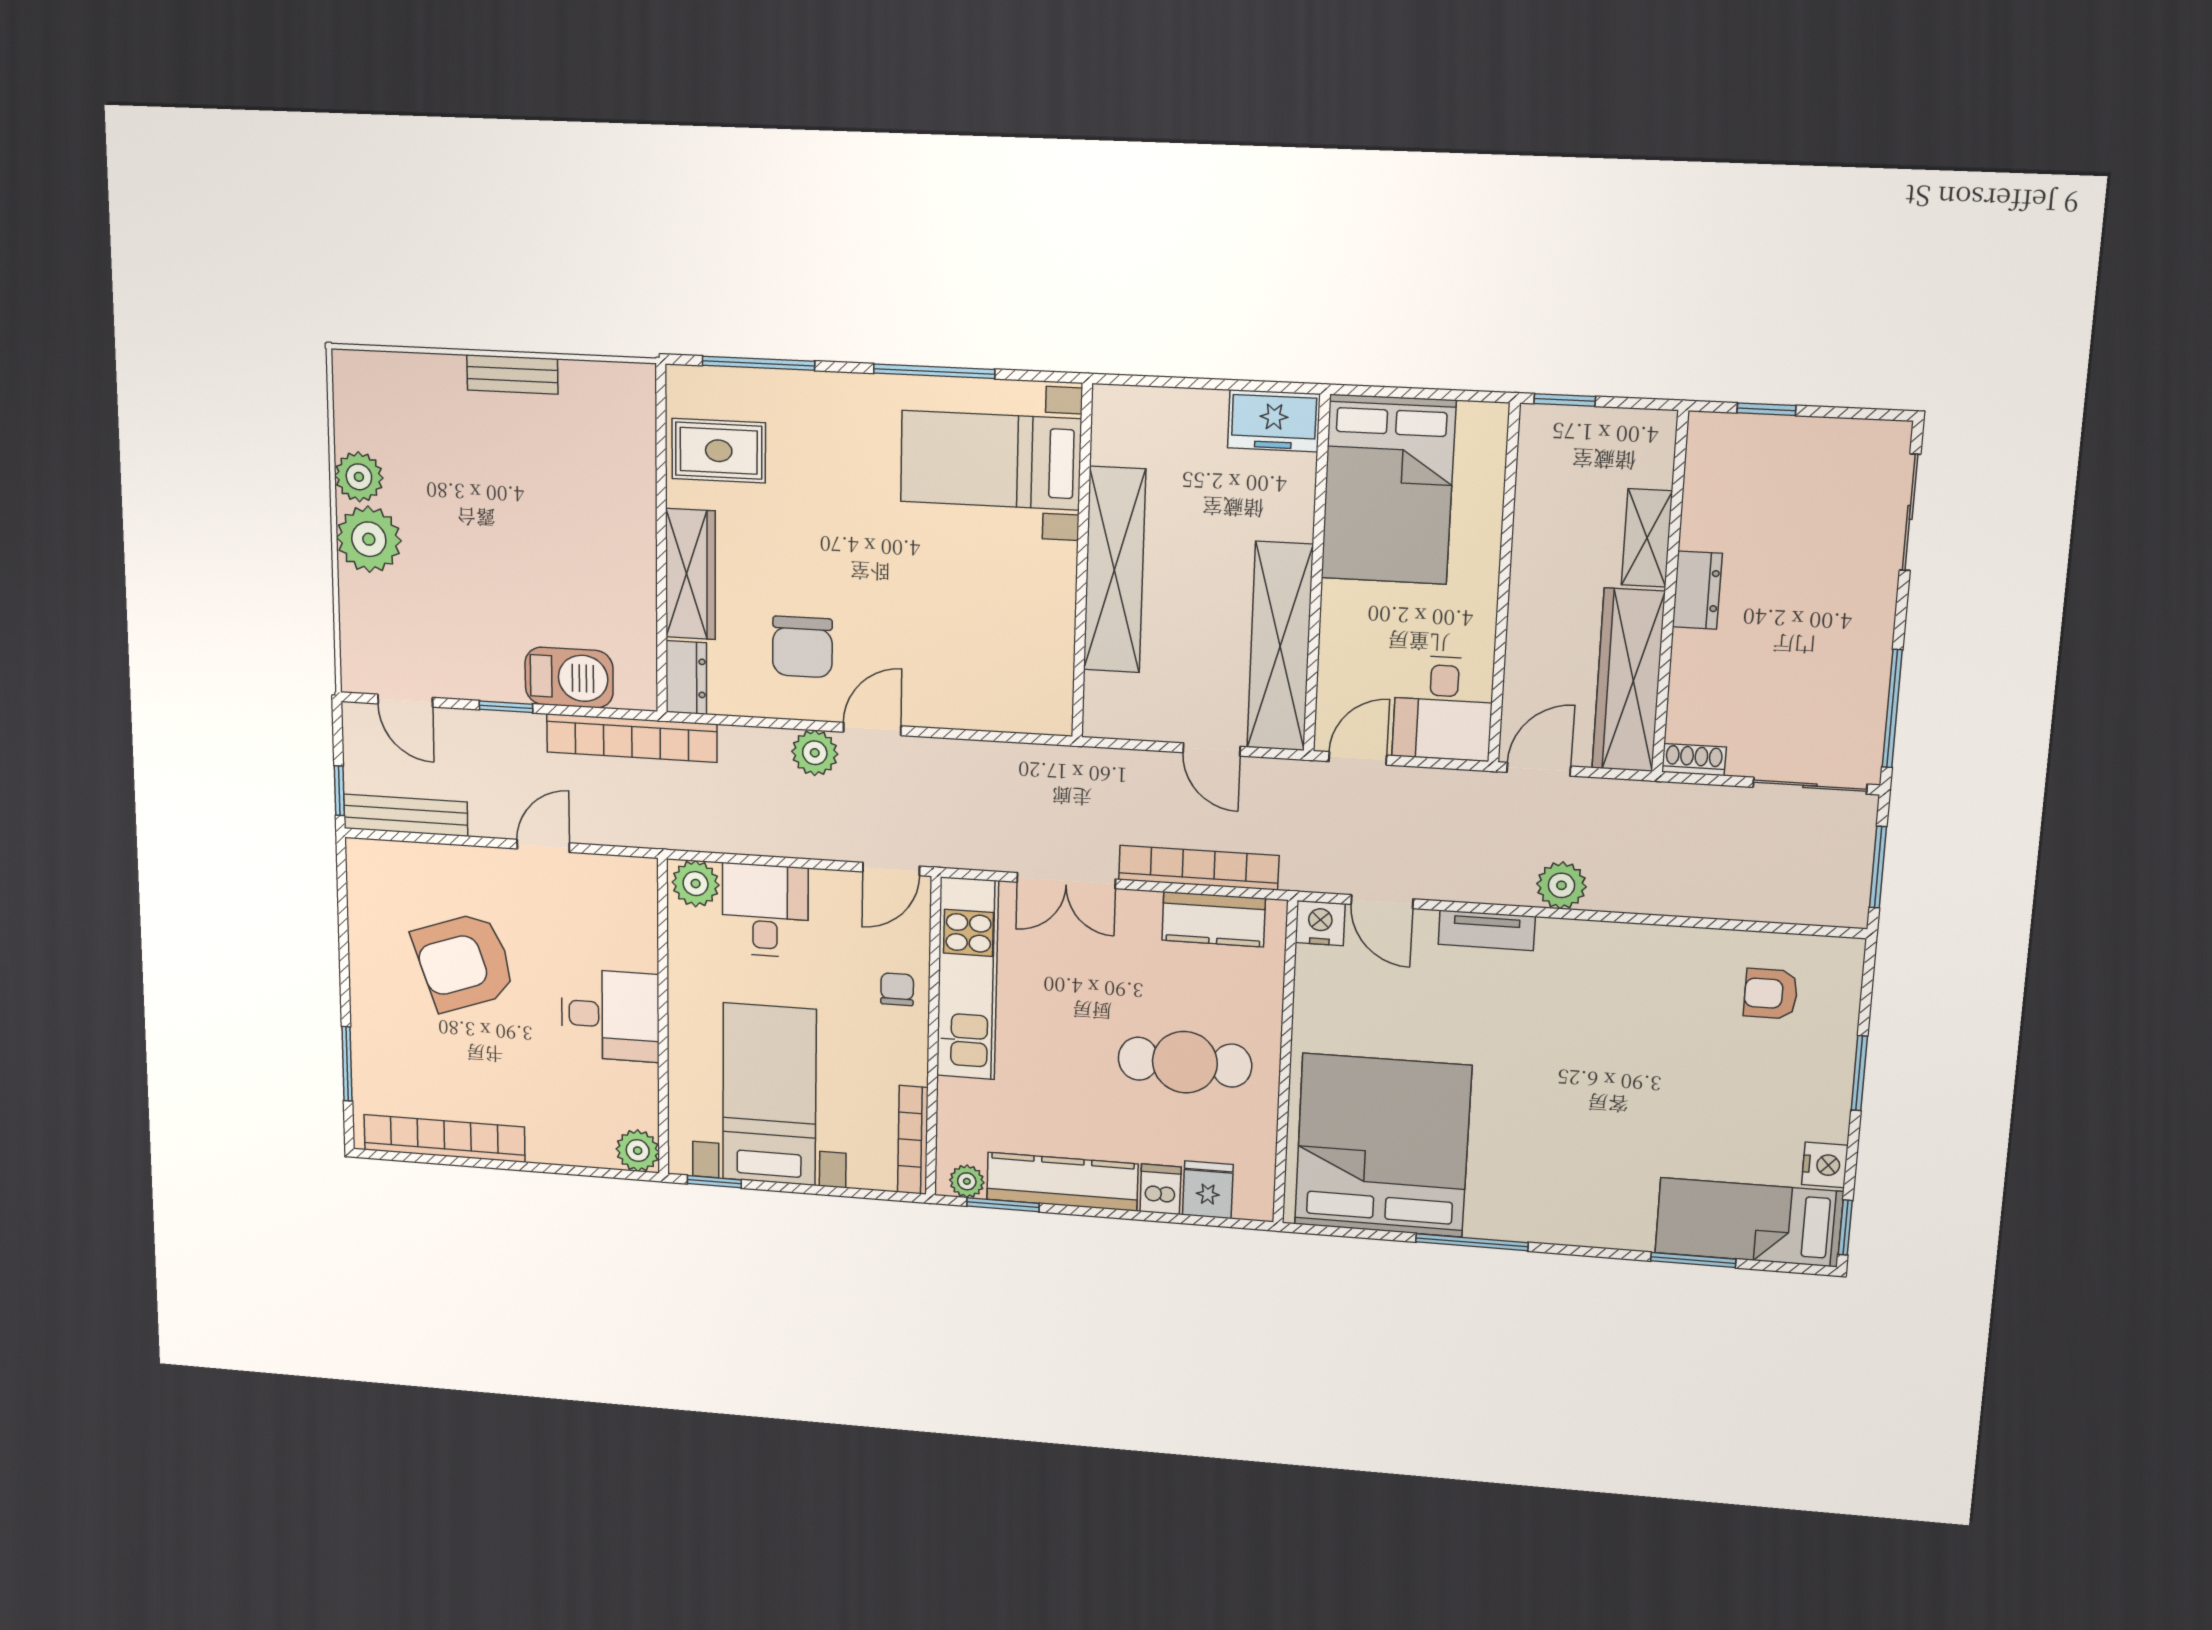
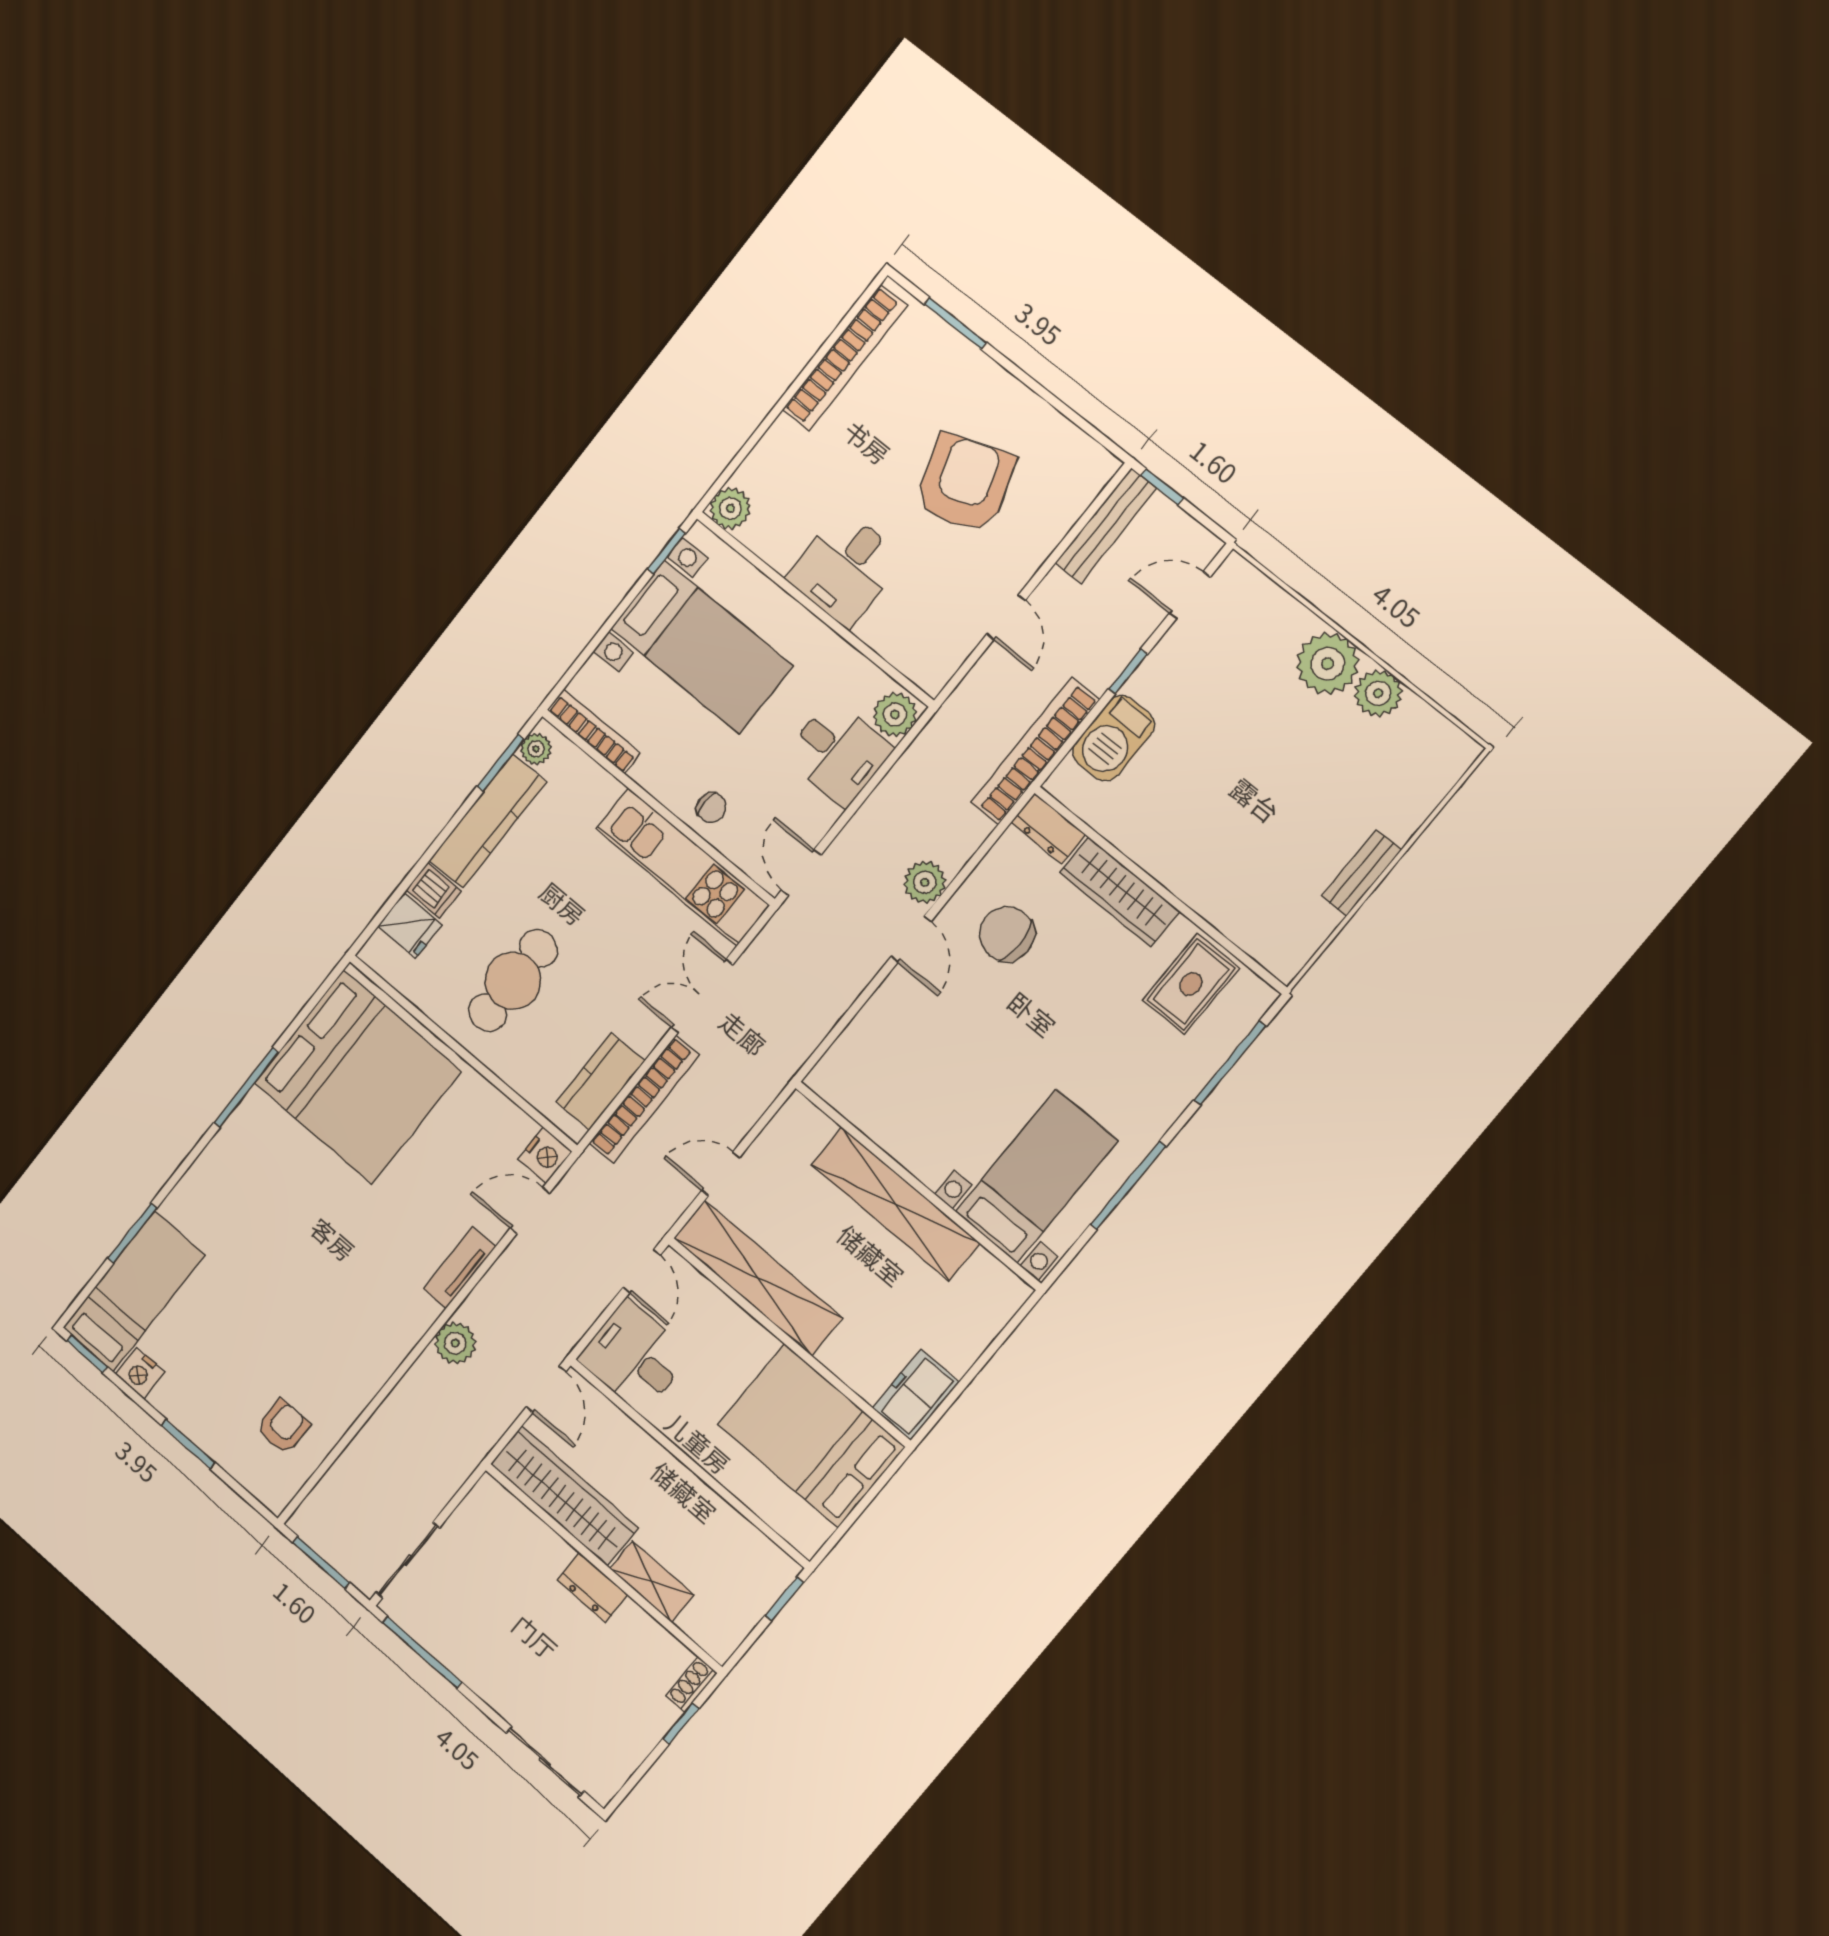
shoe rack: (1694, 760) -> (692, 1684), moved, turned 180

